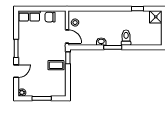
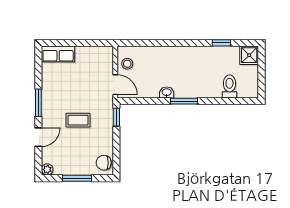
chair: (50, 17) -> (104, 163), moved
toilet: (126, 38) -> (229, 86), moved
coffee table: (56, 65) -> (78, 120), moved

